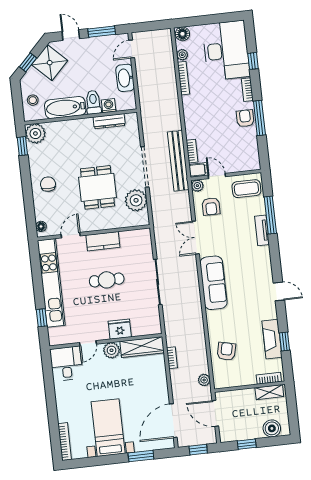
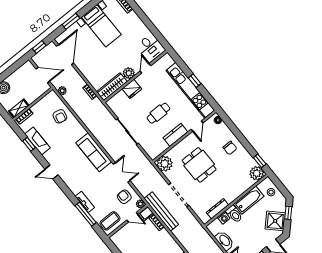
plant: (136, 200) -> (165, 164), moved
window: (42, 318) -> (195, 81), moved
window: (247, 444) -> (12, 69), removed

